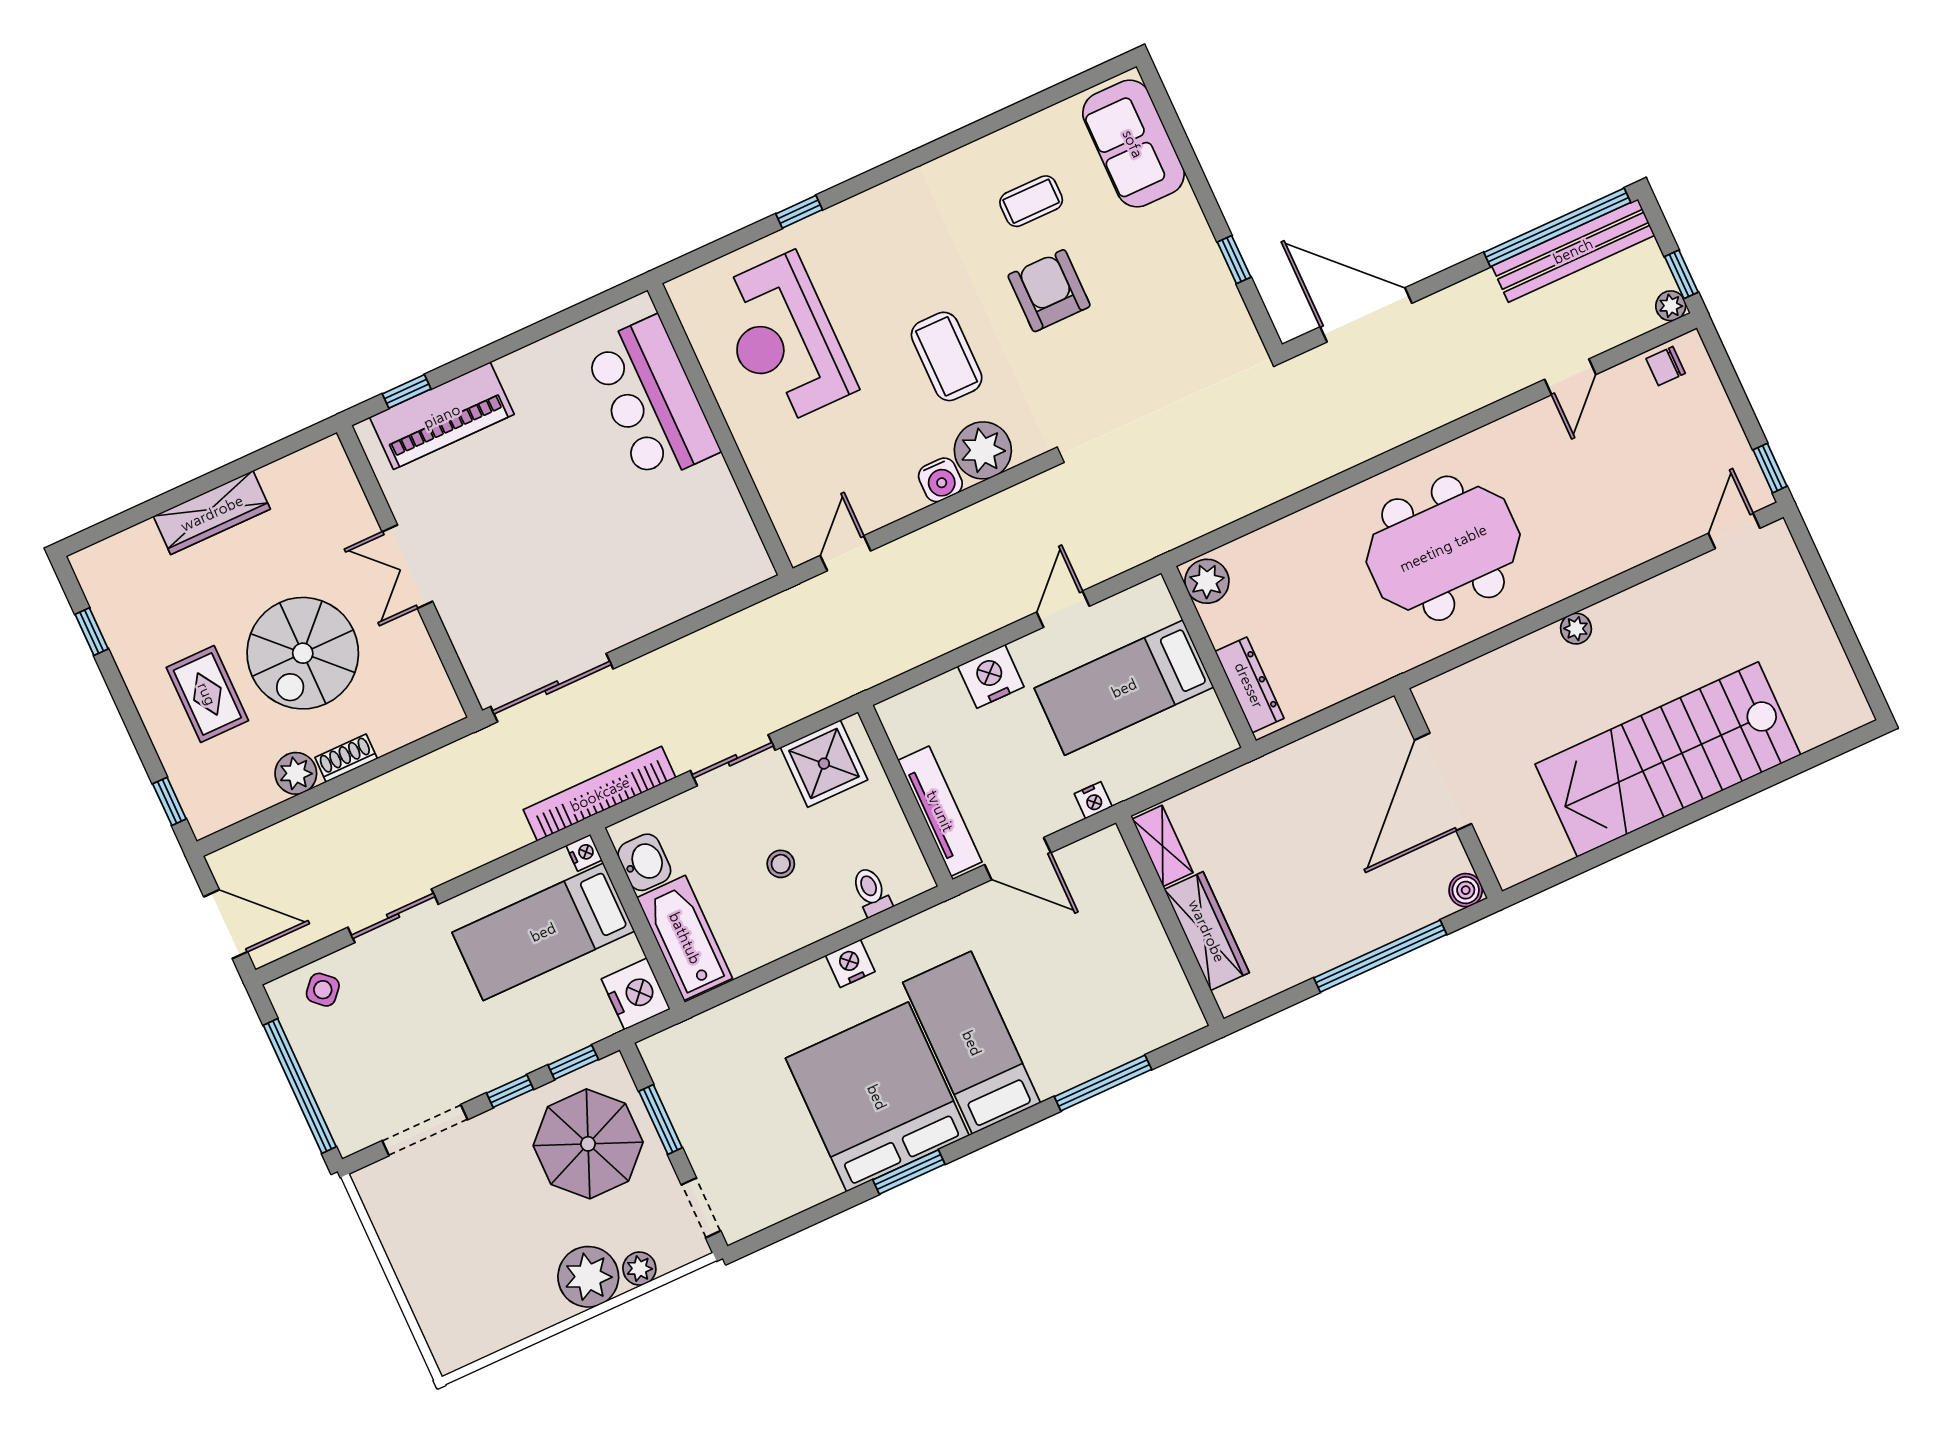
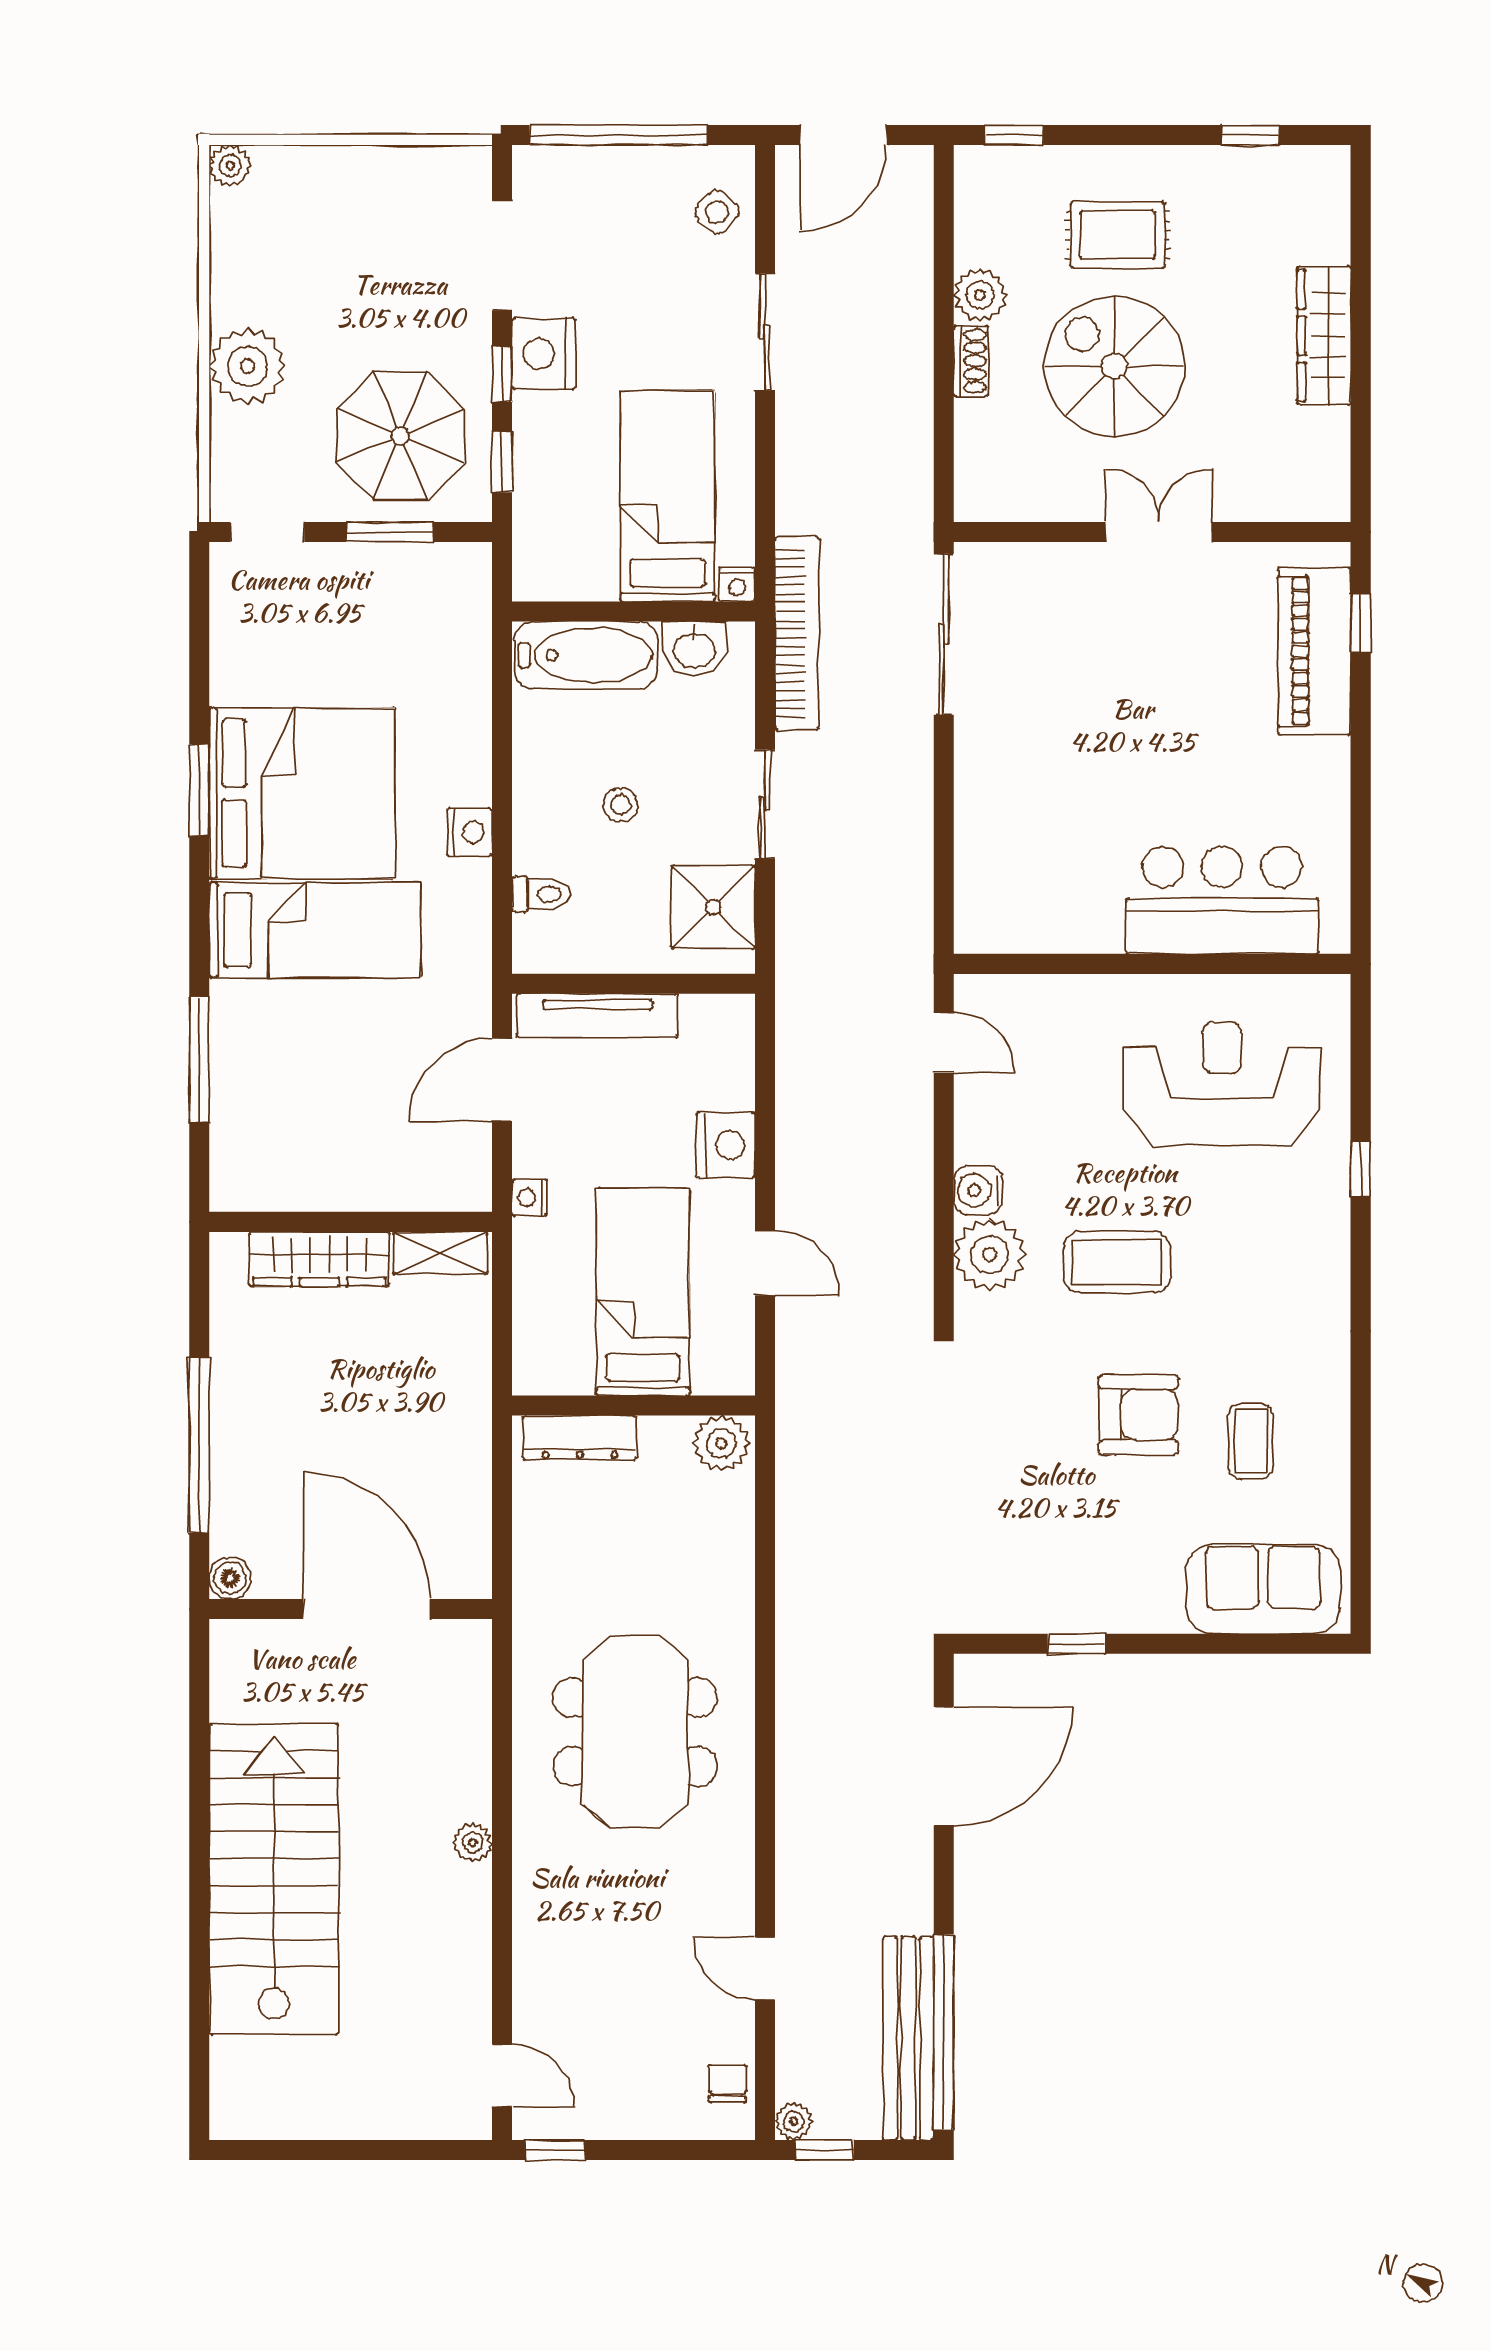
nightstand: (636, 994) -> (544, 354), moved, turned 90
plant: (639, 1269) -> (230, 166), moved

